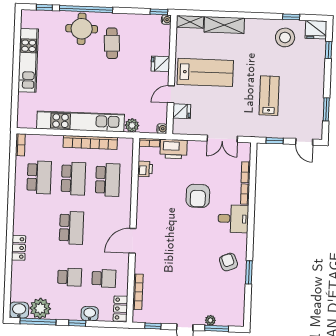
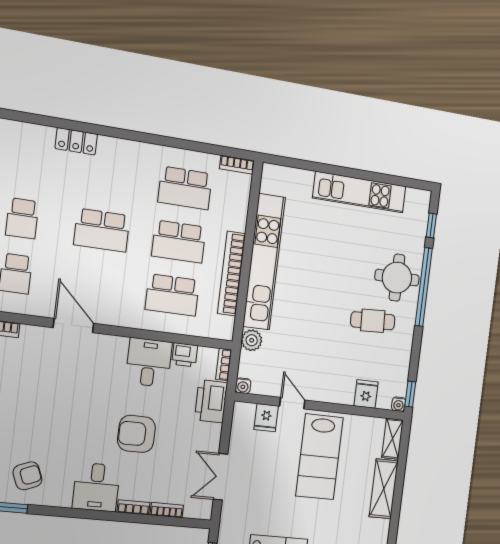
fridge: (160, 64) -> (366, 394), moved
desk: (152, 192) -> (149, 362), added

